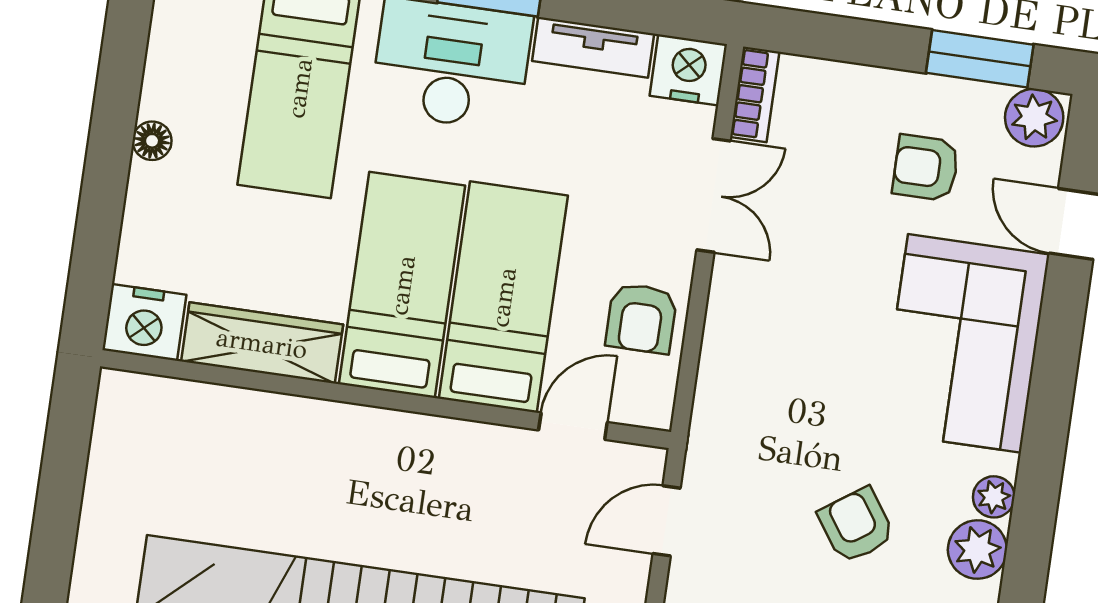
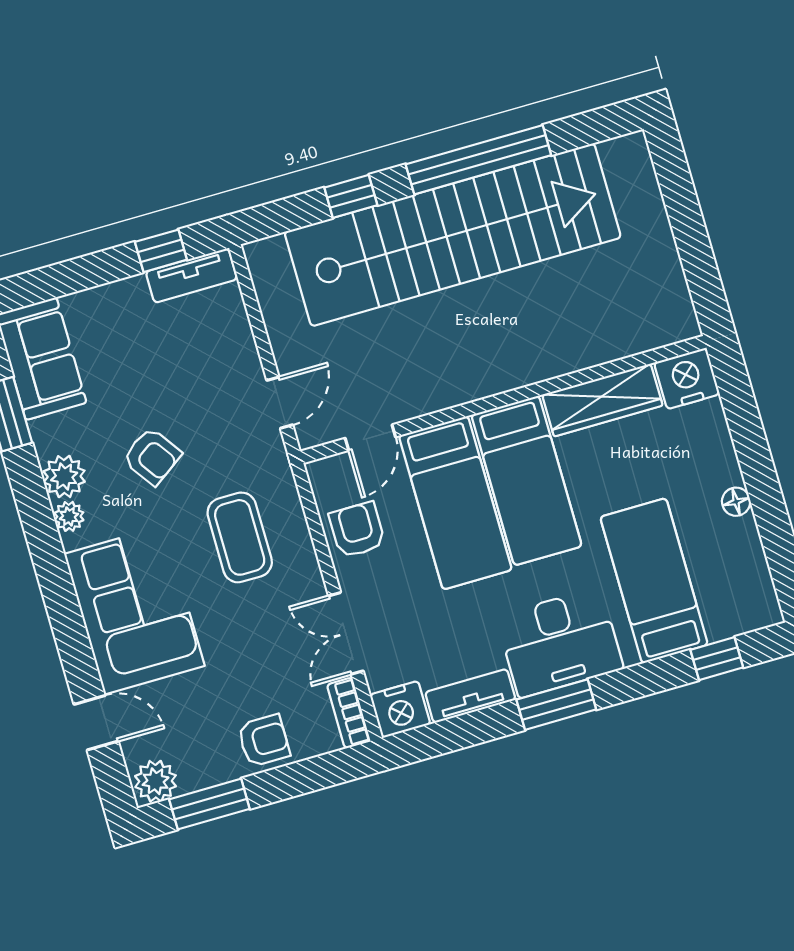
armchair: (926, 168) -> (264, 741), moved
coffee table: (792, 375) -> (240, 537), added

